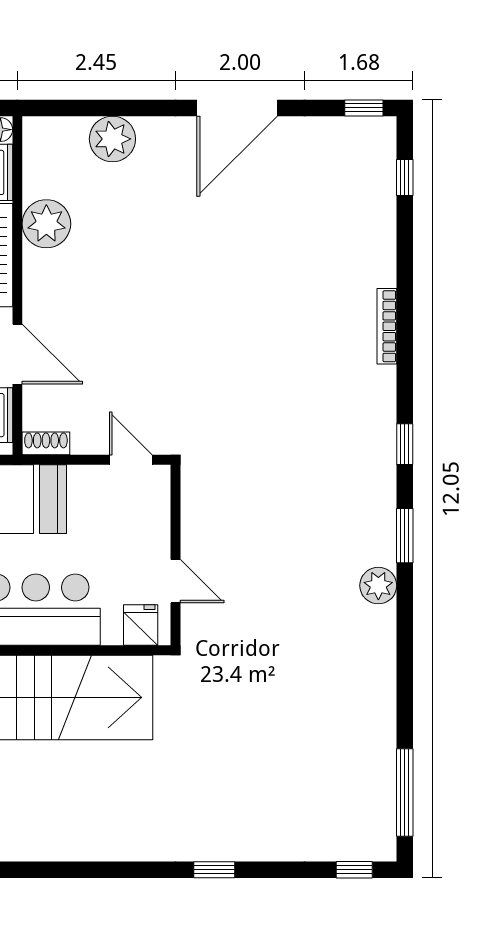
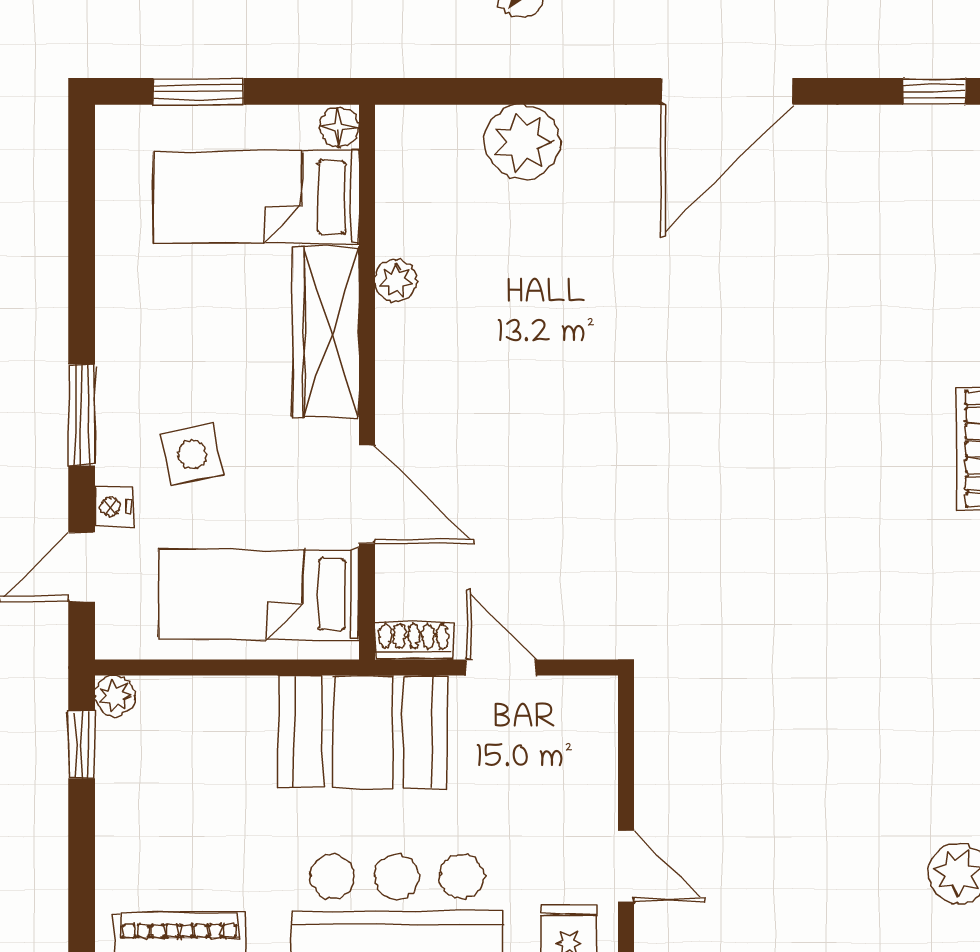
plant: (46, 224) -> (396, 281), width x0.53, depth x0.53
door: (131, 460) -> (501, 667), moved

